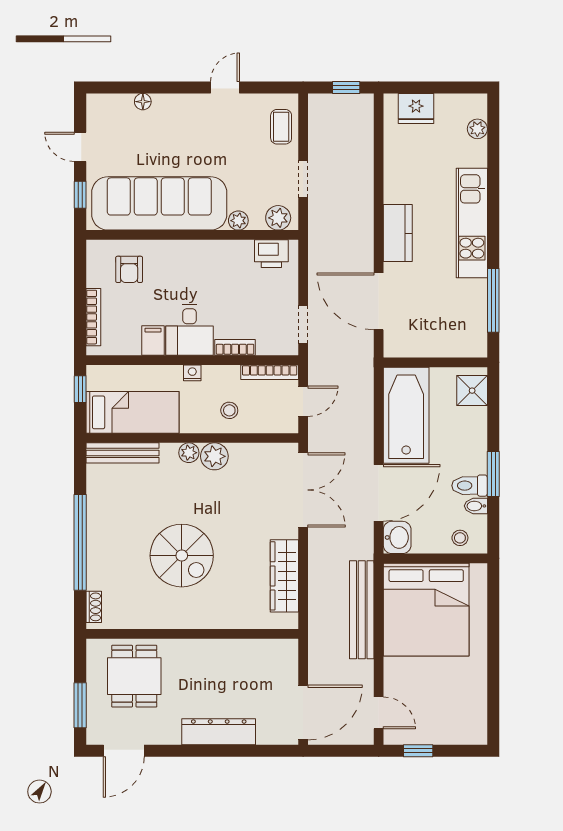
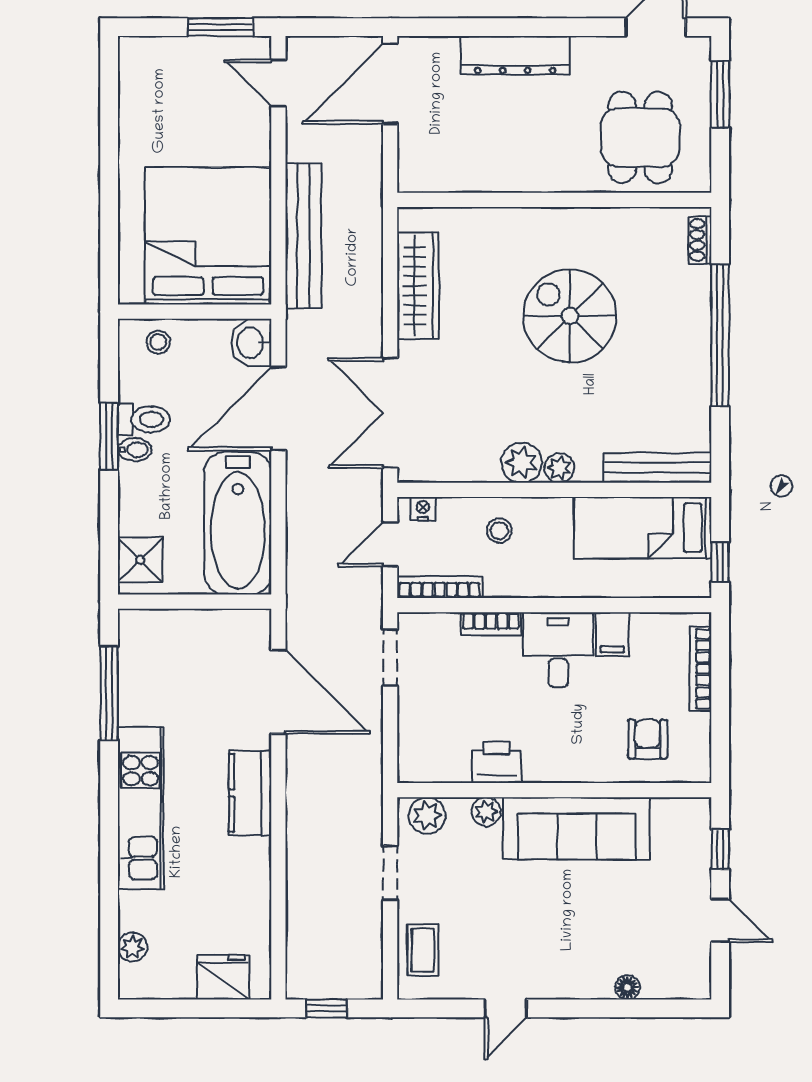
sofa: (159, 203) -> (577, 828), width x0.74, depth x0.79
printer: (271, 254) -> (497, 763), moved
nightstand: (192, 373) -> (423, 509), moved, turned 180
bidet: (476, 506) -> (135, 450), moved
window: (418, 751) -> (220, 27), width x1.50

